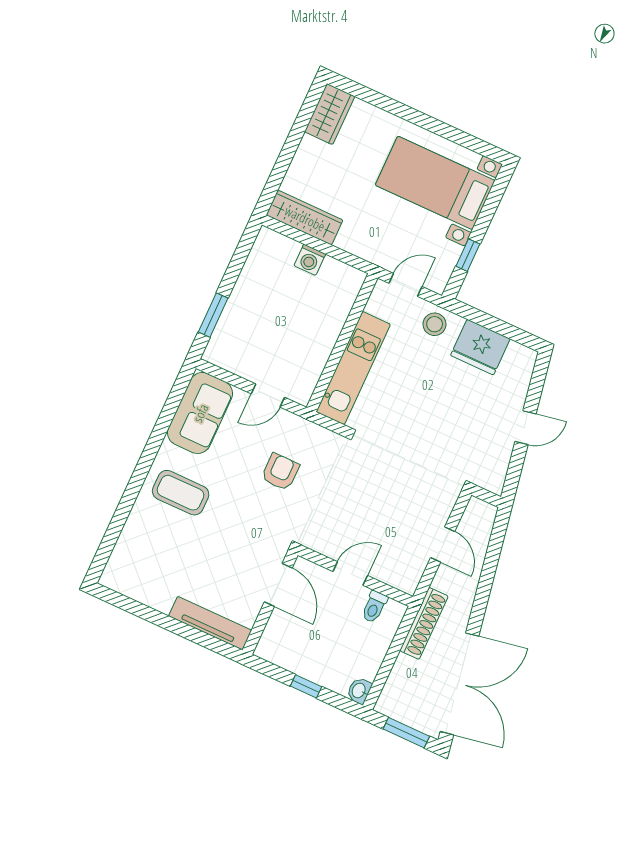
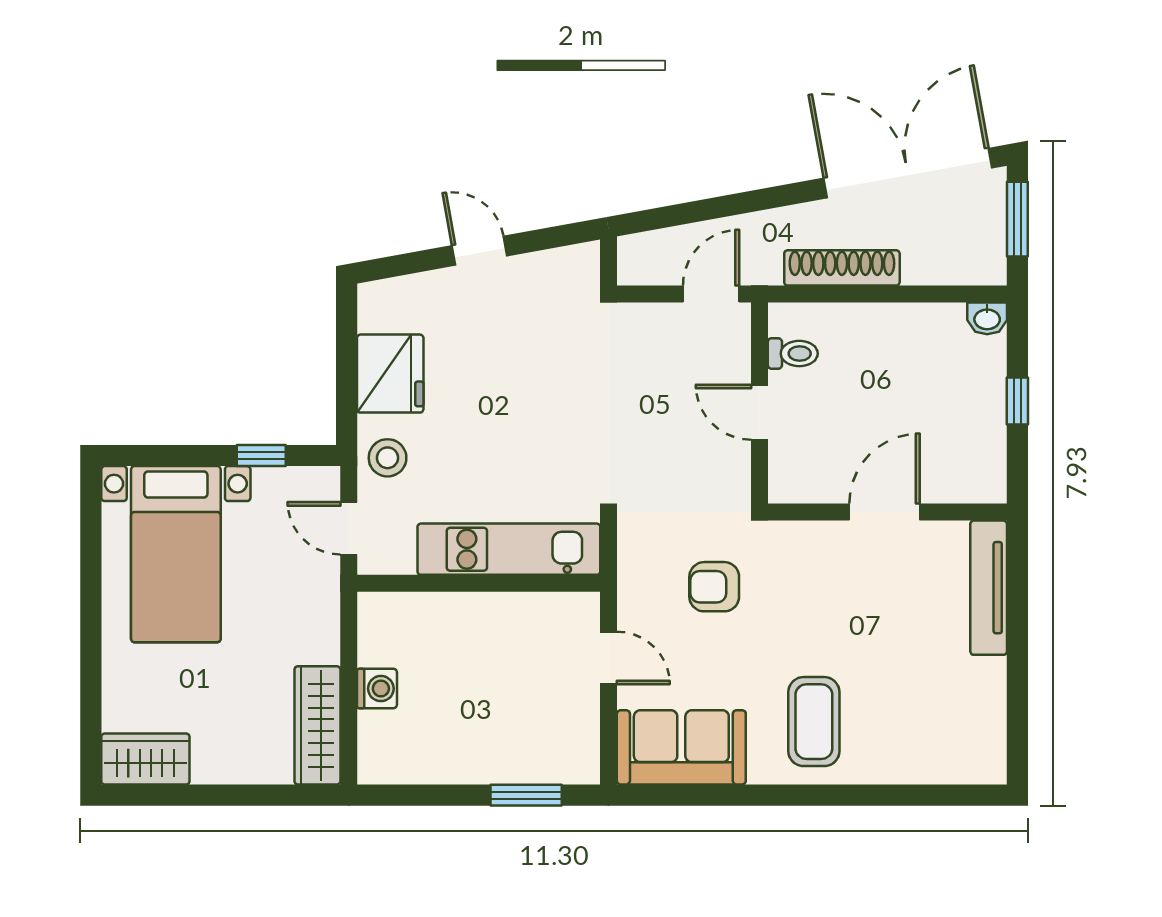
door: (350, 574) -> (759, 412), moved
wall: (355, 576) -> (759, 403), moved
toilet: (374, 607) -> (793, 353), moved

